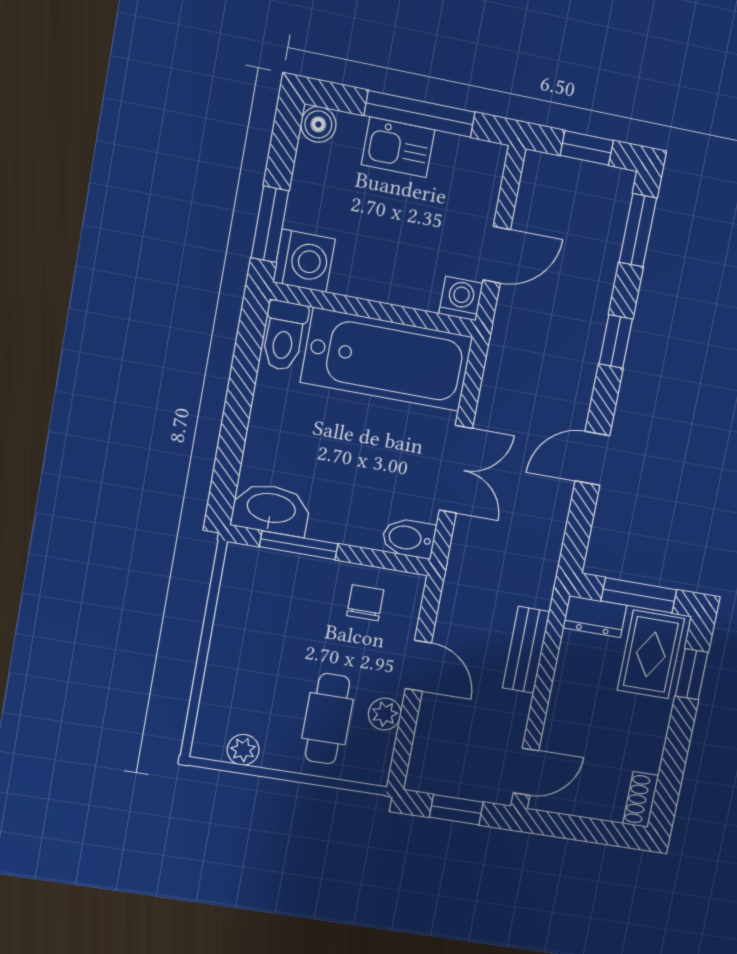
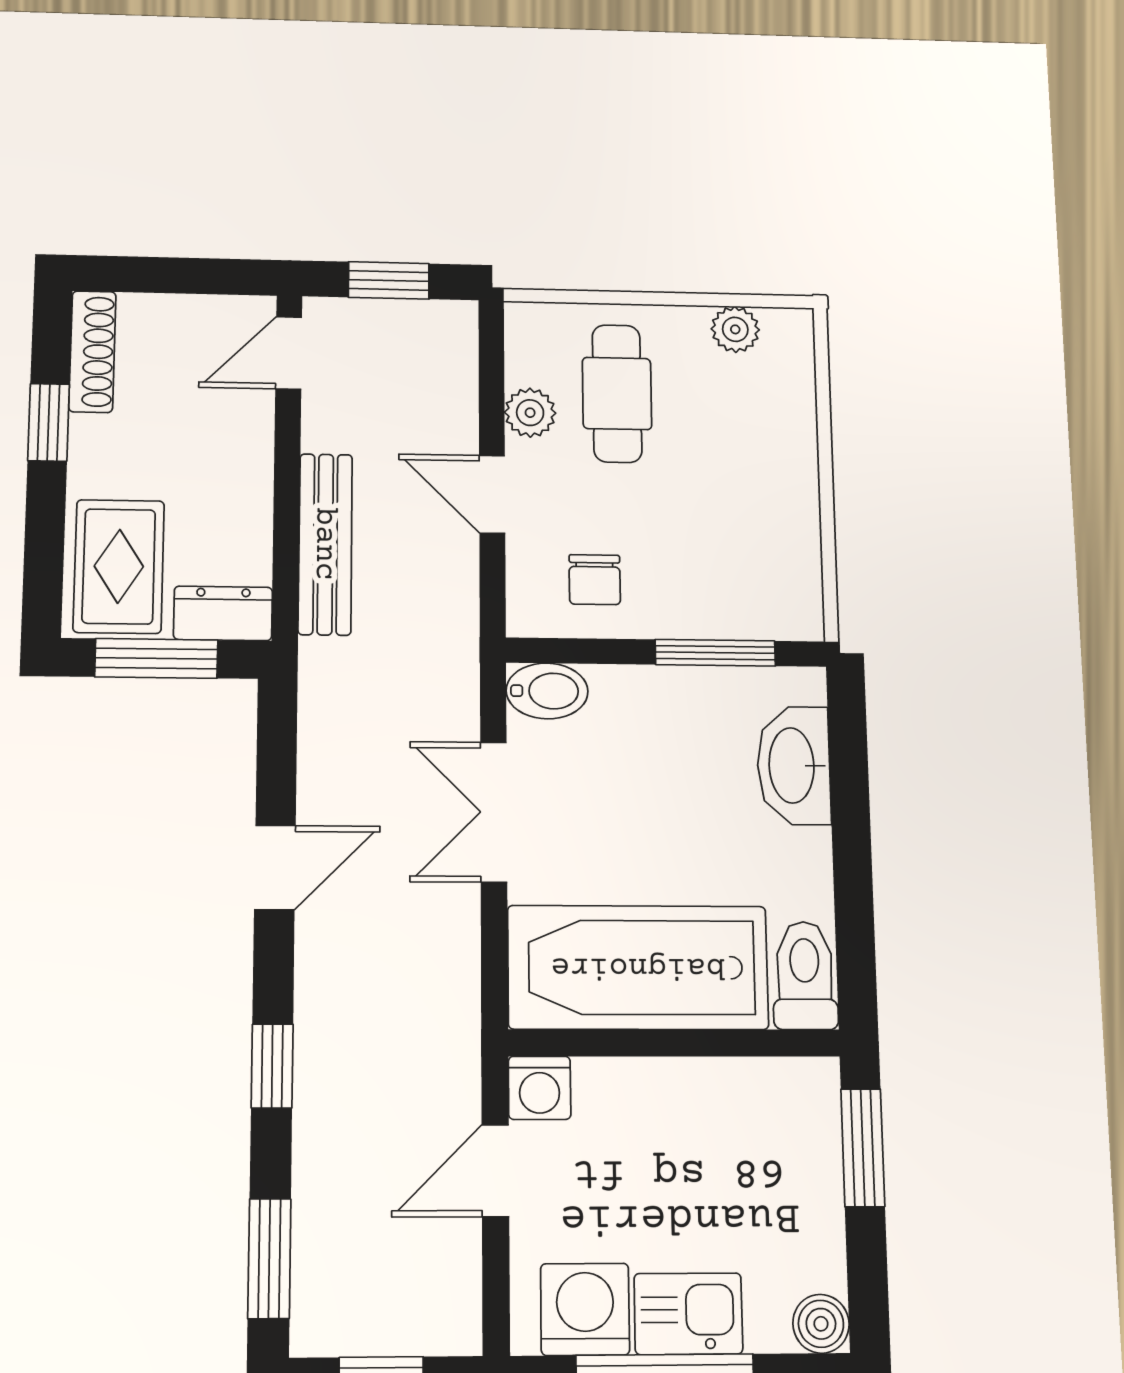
washing machine: (304, 261) -> (585, 1309), moved, turned 90
washbasin: (271, 509) -> (794, 765), moved, turned 90
bench: (526, 650) -> (325, 544), width x1.36
window: (692, 674) -> (49, 422), moved
shoe rack: (641, 800) -> (92, 352), width x1.43

